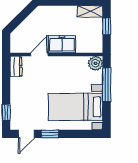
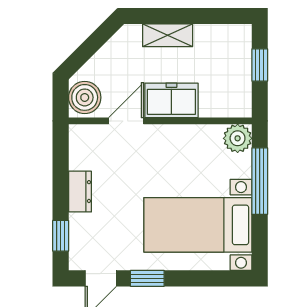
shelving: (90, 11) -> (168, 35), moved
boiler: (18, 43) -> (85, 97), added
dresser: (16, 66) -> (80, 192), moved

